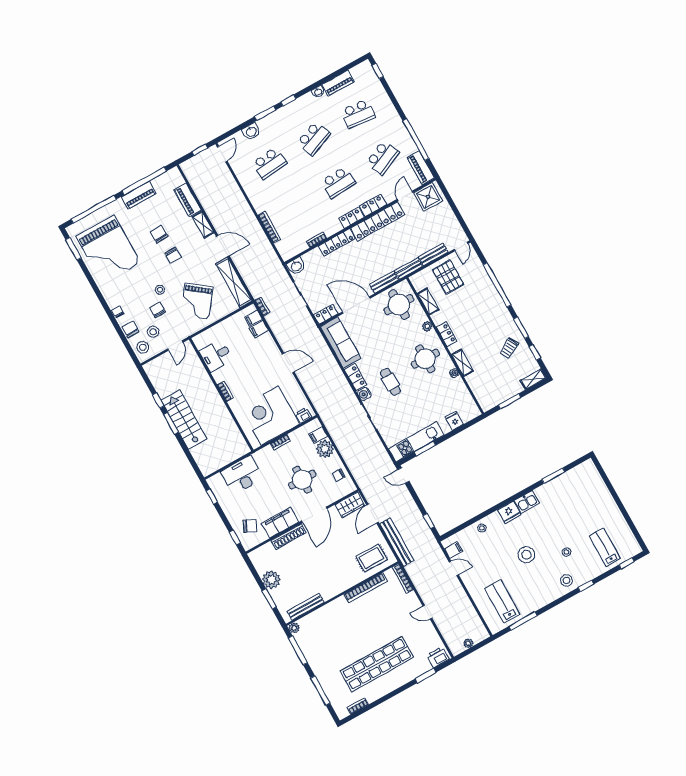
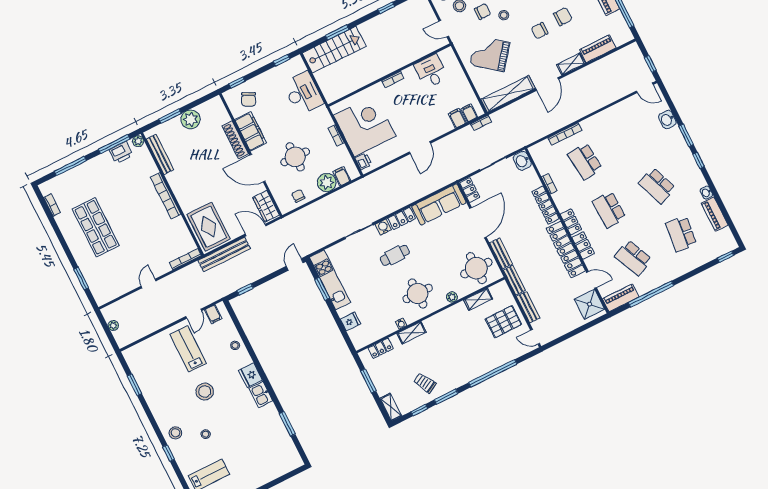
school desk: (269, 163) -> (585, 161), moved
locker: (447, 334) -> (381, 348), moved
stairs: (184, 420) -> (334, 50), moved
window: (171, 423) -> (337, 32), moved
rug: (371, 558) -> (209, 227), width x1.36, depth x1.43
bookcase: (366, 588) -> (166, 196), moved
lab bench: (502, 601) -> (188, 349), moved, turned -90
window: (523, 621) -> (134, 385), width x0.69
printer: (438, 657) -> (121, 152), moved, turned 90
shop shelf: (377, 664) -> (96, 227), width x0.71

